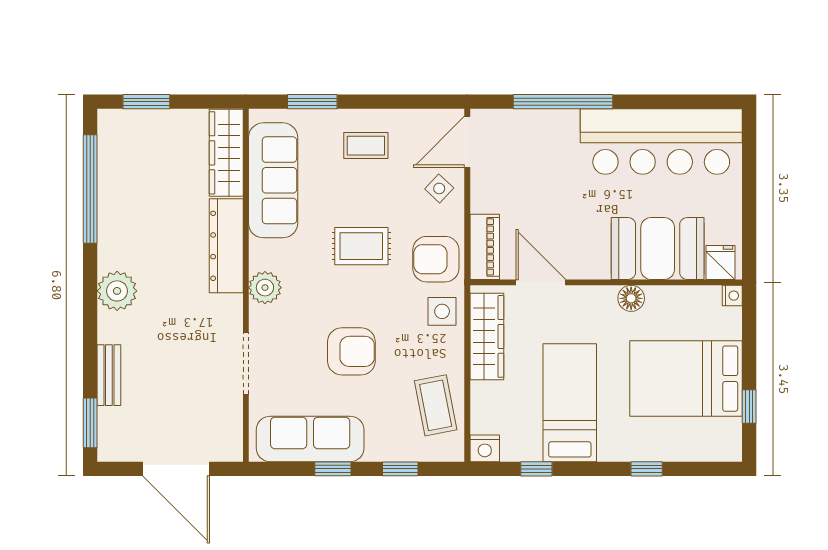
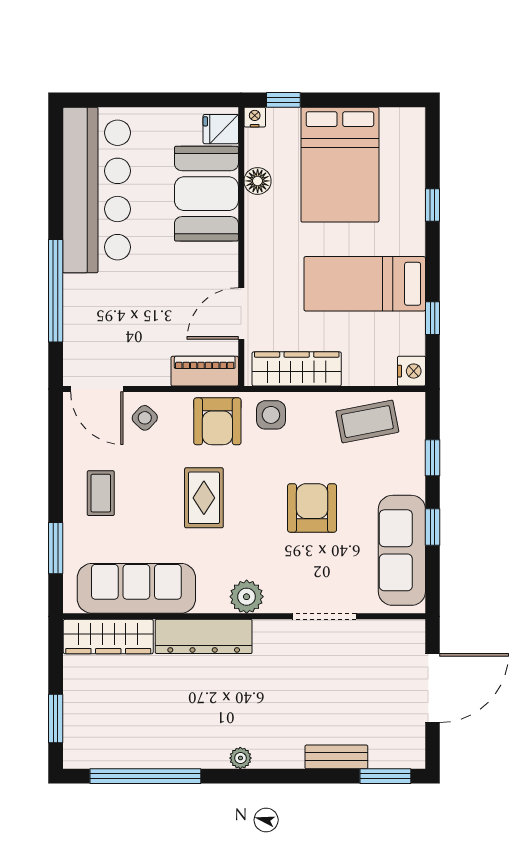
plant: (117, 291) -> (240, 758), width x0.53, depth x0.53
floor lamp: (631, 298) -> (258, 181), moved
window: (749, 406) -> (283, 100), moved

